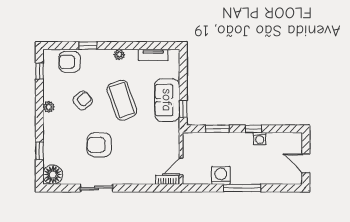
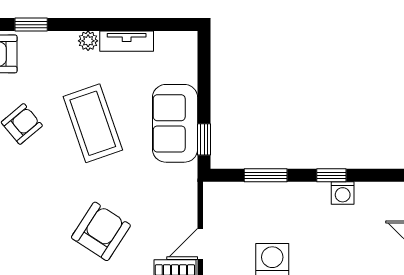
tv unit: (153, 55) -> (127, 41), moved
armchair: (99, 145) -> (101, 231), moved, turned 123

